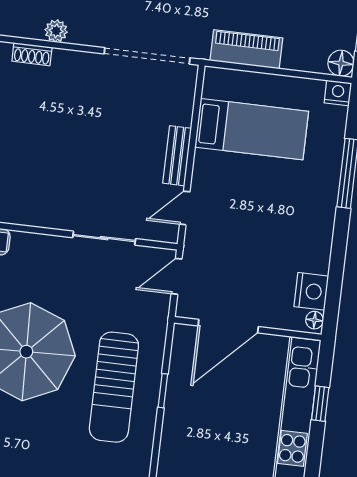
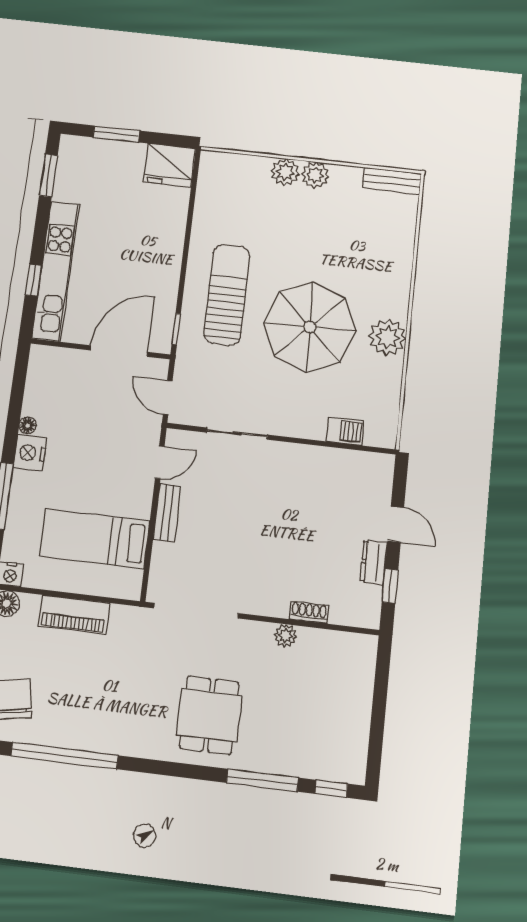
piano: (246, 49) -> (74, 614), moved
door: (177, 276) -> (168, 398), swing flipped
nightstand: (311, 291) -> (30, 453), moved
floor lamp: (315, 320) -> (28, 425), moved
window: (163, 391) -> (176, 329), moved

